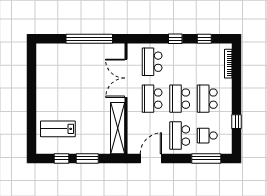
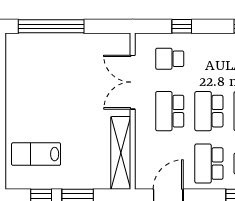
window: (89, 39) -> (51, 26), moved
window: (175, 39) -> (182, 26), moved
school desk: (152, 62) -> (170, 59), width x0.54

